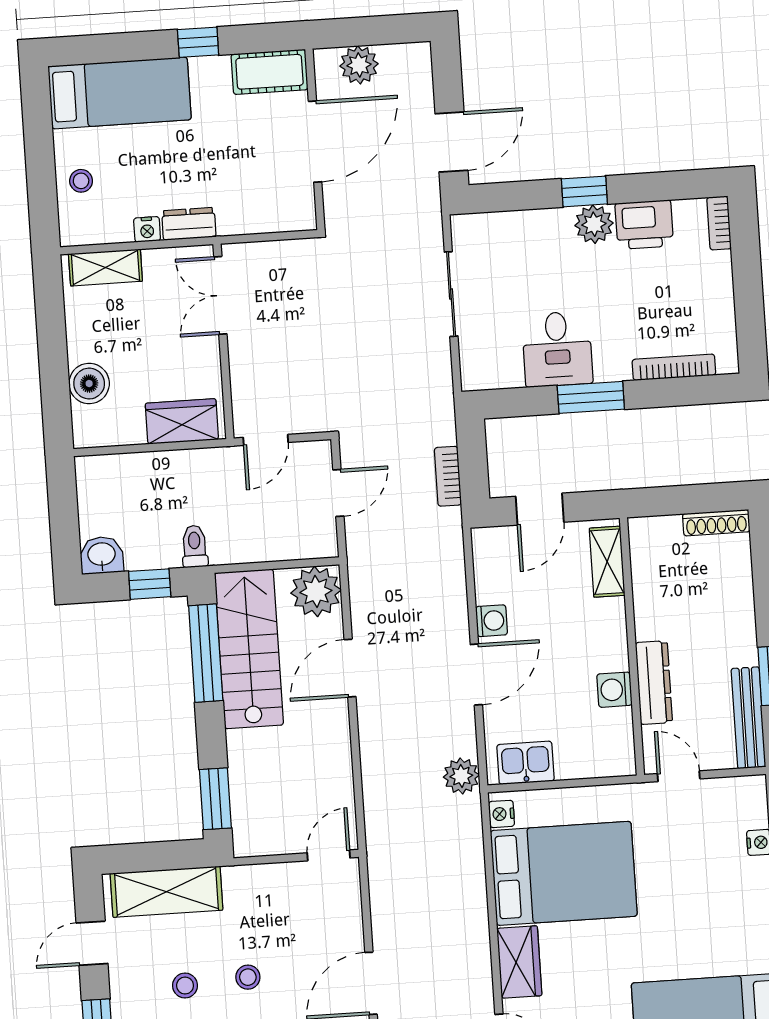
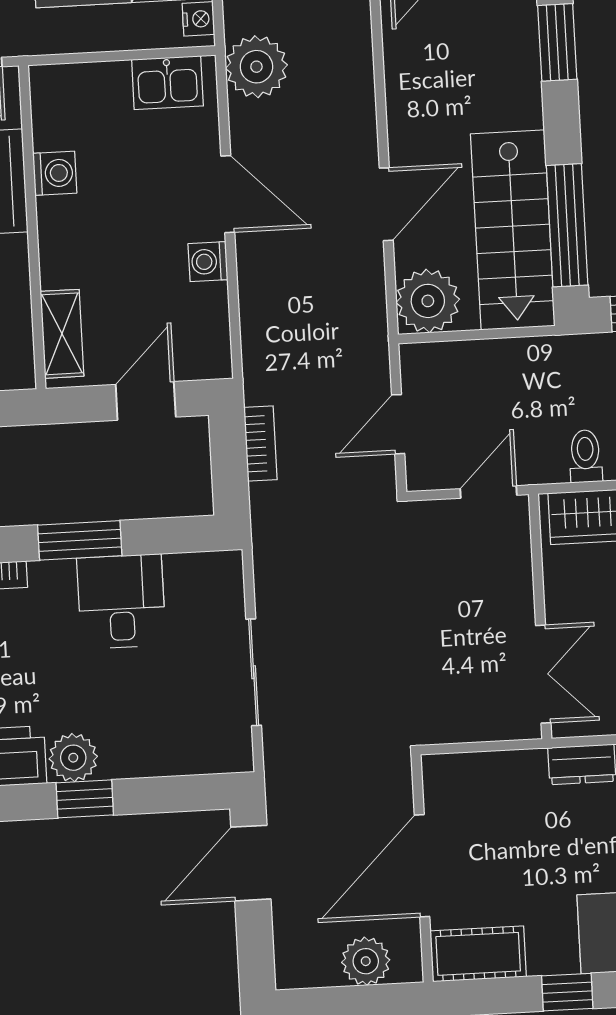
toilet: (194, 546) -> (585, 456), moved, turned 180
door: (476, 675) -> (228, 194), swing flipped
plant: (461, 776) -> (256, 67), width x1.36, depth x1.36

